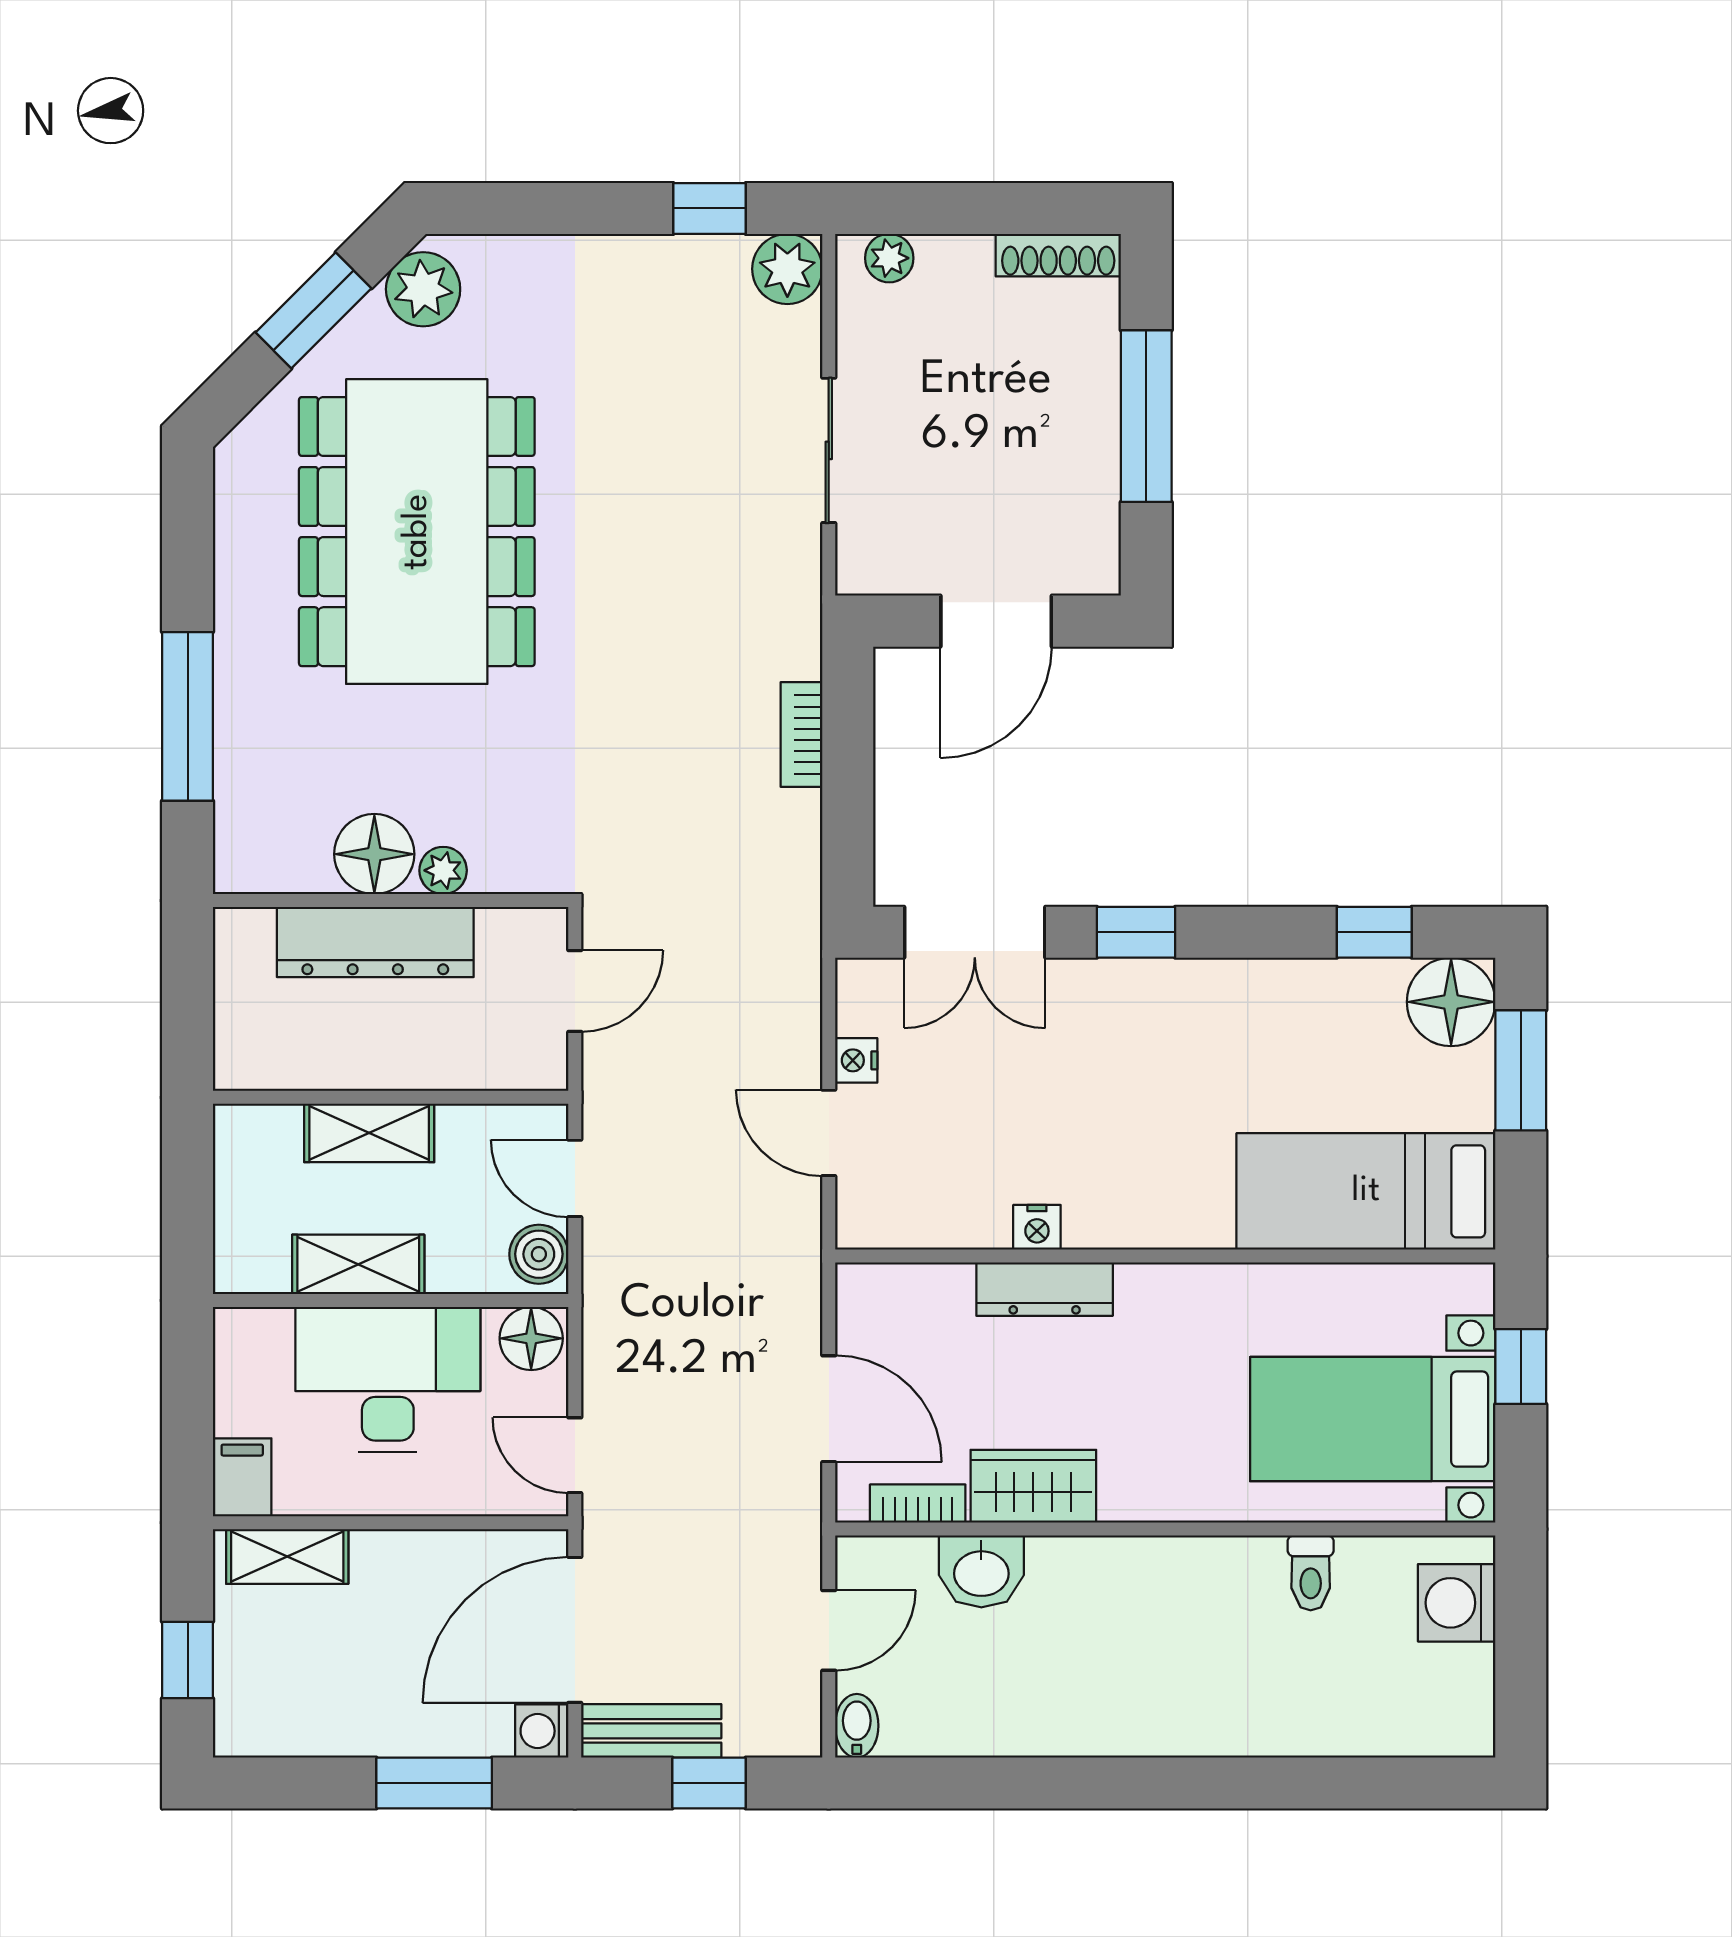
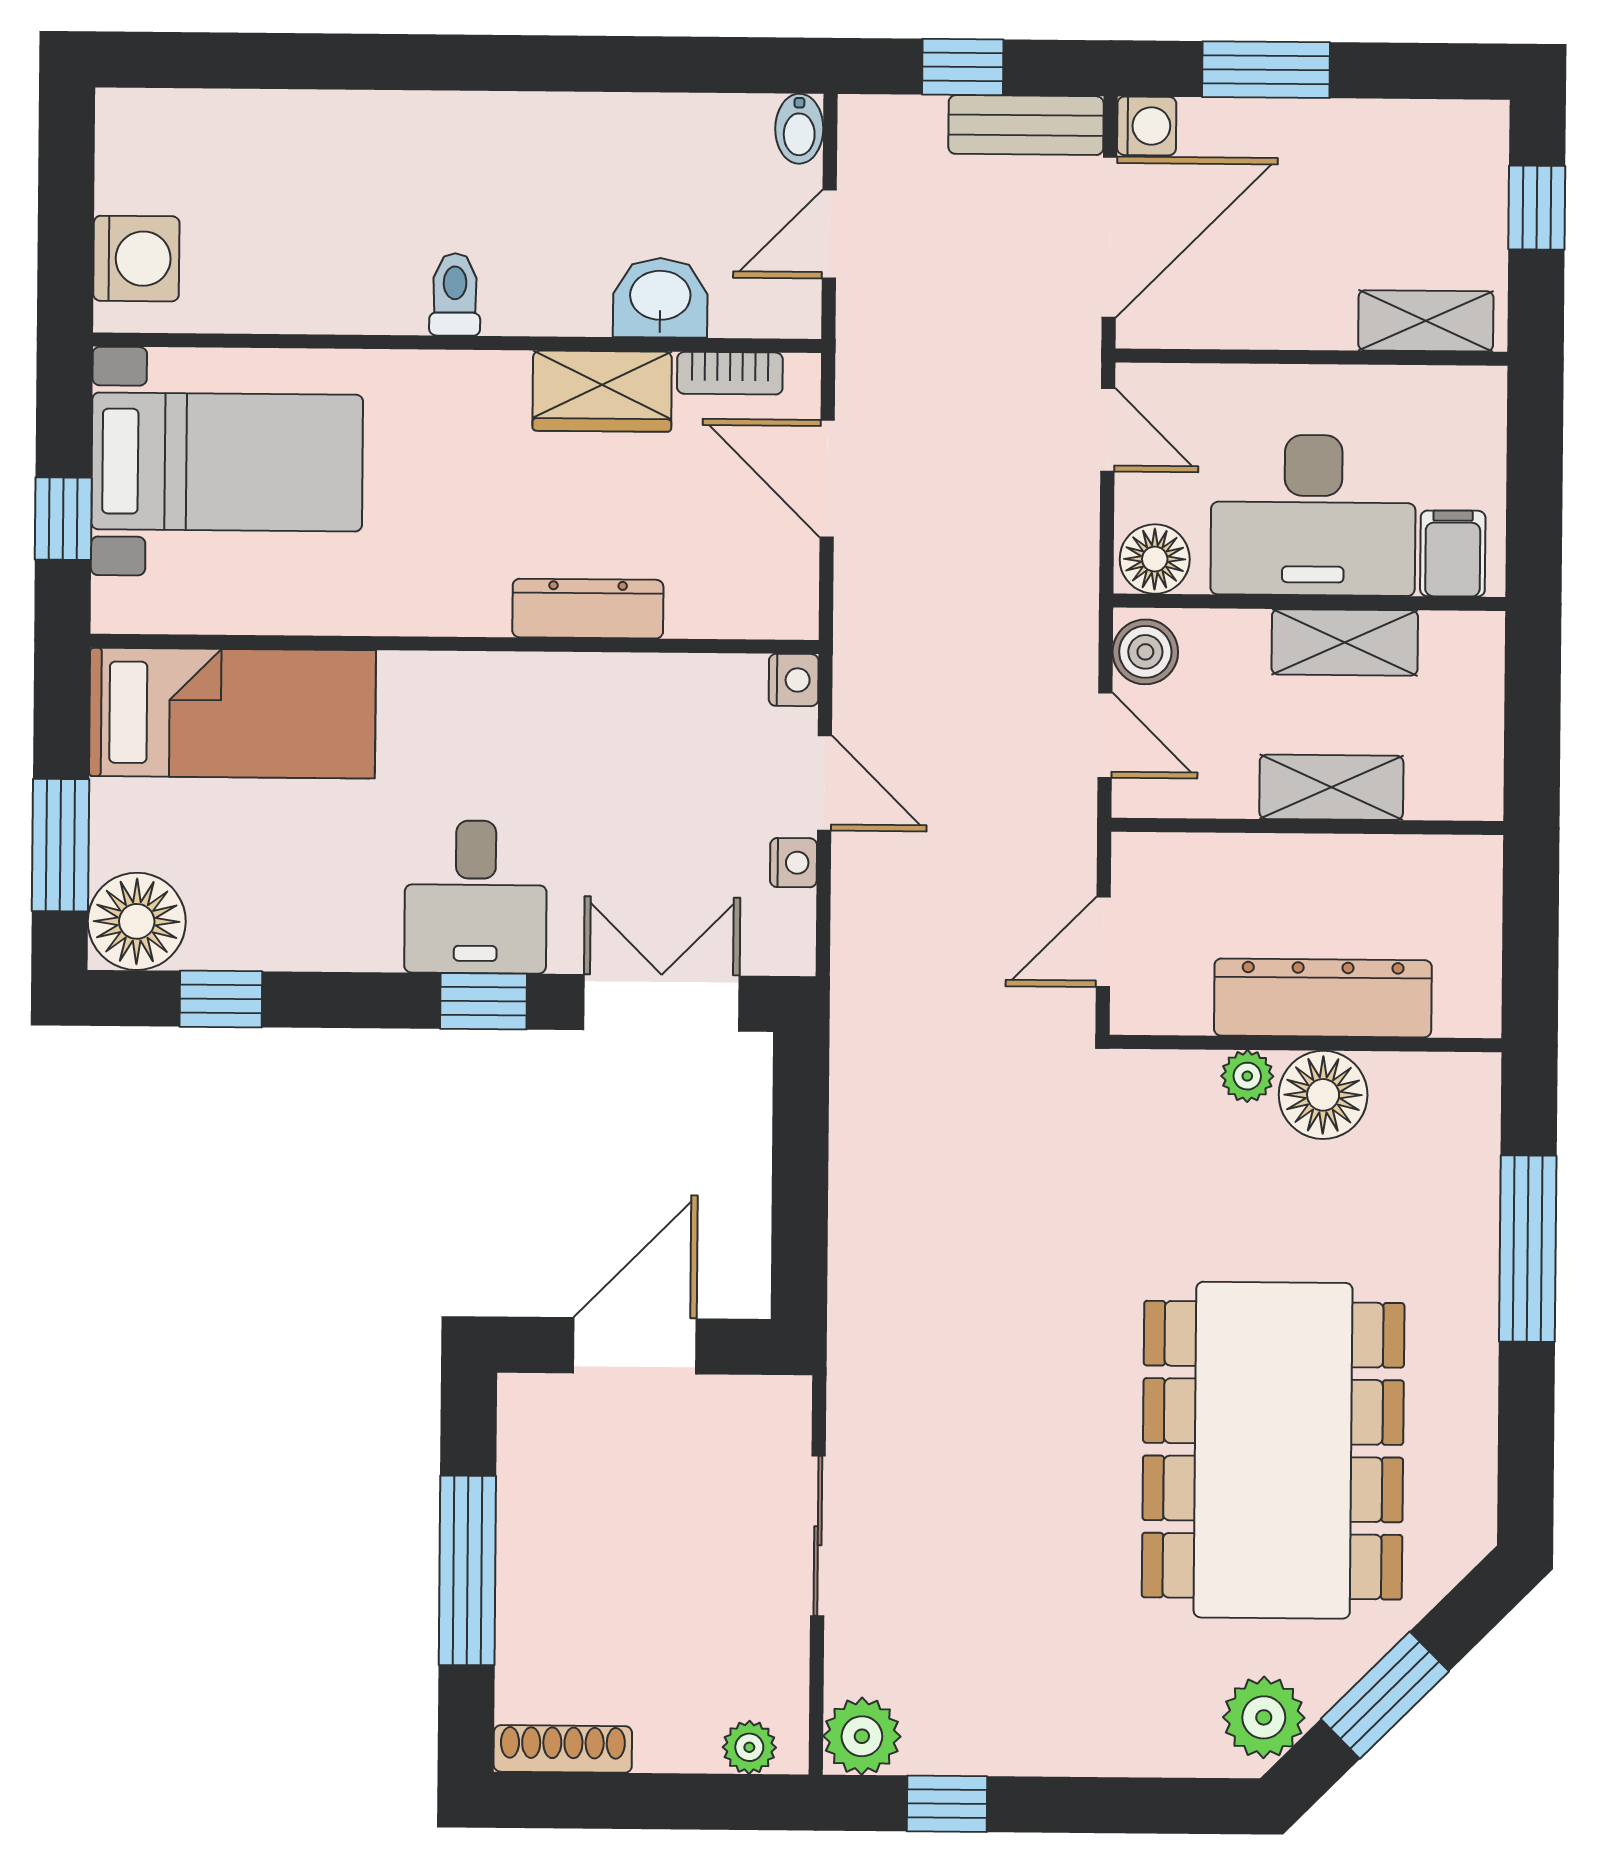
bookcase: (801, 734) -> (851, 1223), removed
desk: (1144, 1027) -> (476, 897), added
nightstand: (1037, 1227) -> (794, 680), moved, turned 90
filing cabinet: (242, 1477) -> (1453, 554), moved, turned 180
toilet: (1311, 1573) -> (455, 294), moved

